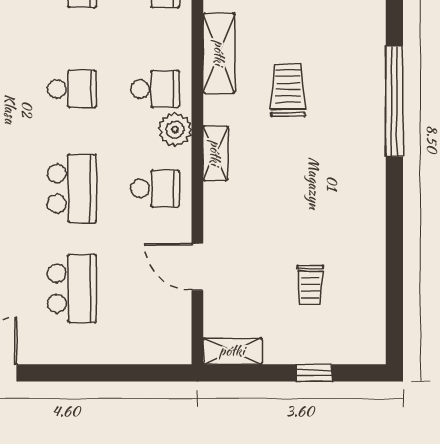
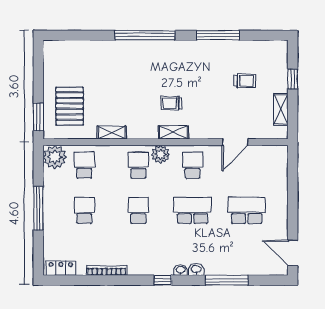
shelving: (219, 53) -> (112, 133), width x0.67, depth x0.75
trolley: (288, 90) -> (171, 103), moved, width x0.73, depth x0.72
window: (394, 235) -> (218, 35), added
shelving: (232, 351) -> (281, 109), moved

